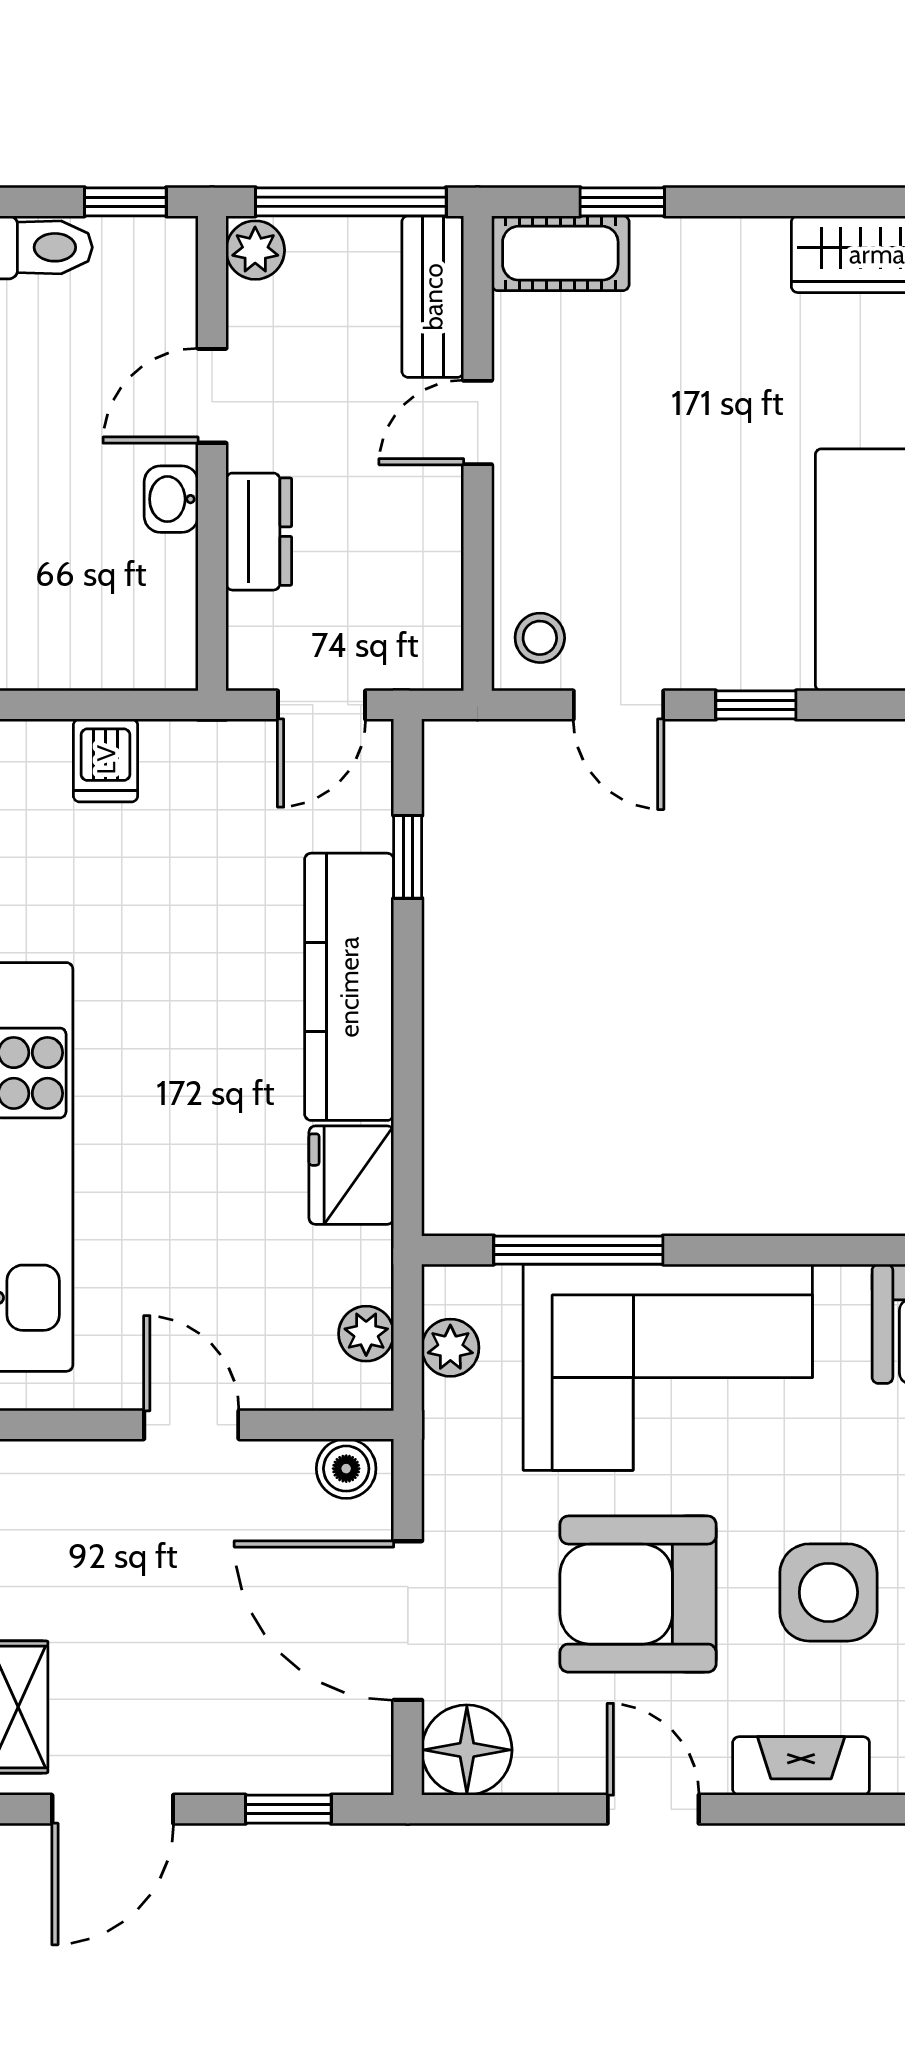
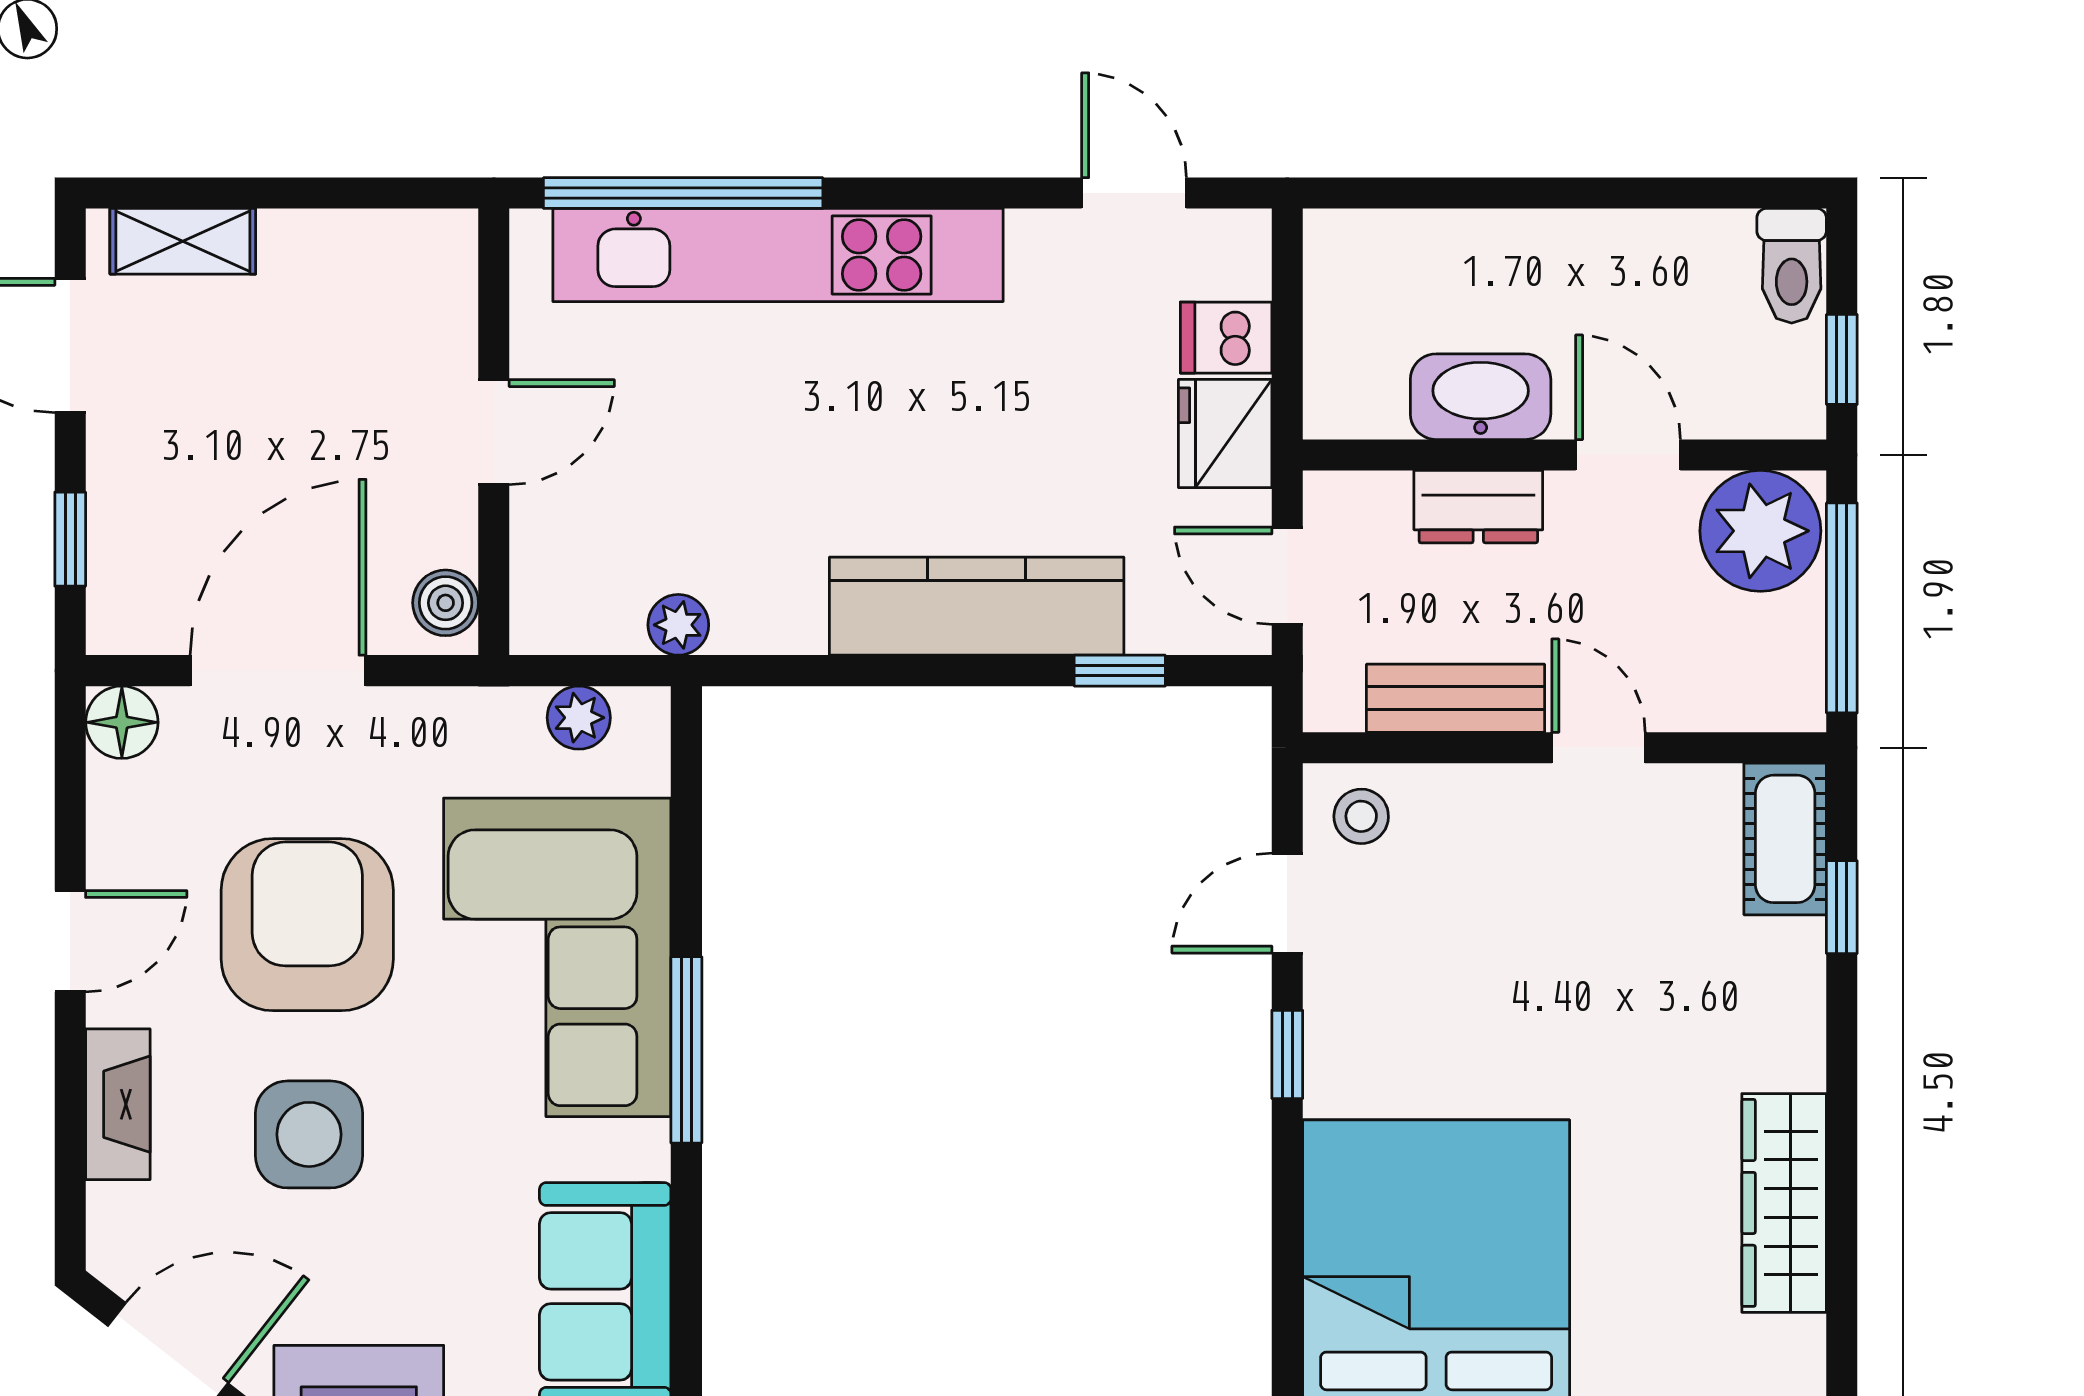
plant: (255, 250) -> (1760, 531), width x1.87, depth x1.87
bench: (433, 297) -> (1456, 698), moved
washbasin: (171, 499) -> (1481, 397), width x1.91, depth x1.45
fridge: (351, 1175) -> (1225, 433), moved, turned -90
window: (578, 1250) -> (686, 1050), moved
plant: (366, 1334) -> (678, 625), moved
floor lamp: (467, 1750) -> (122, 722), width x0.73, depth x0.73

